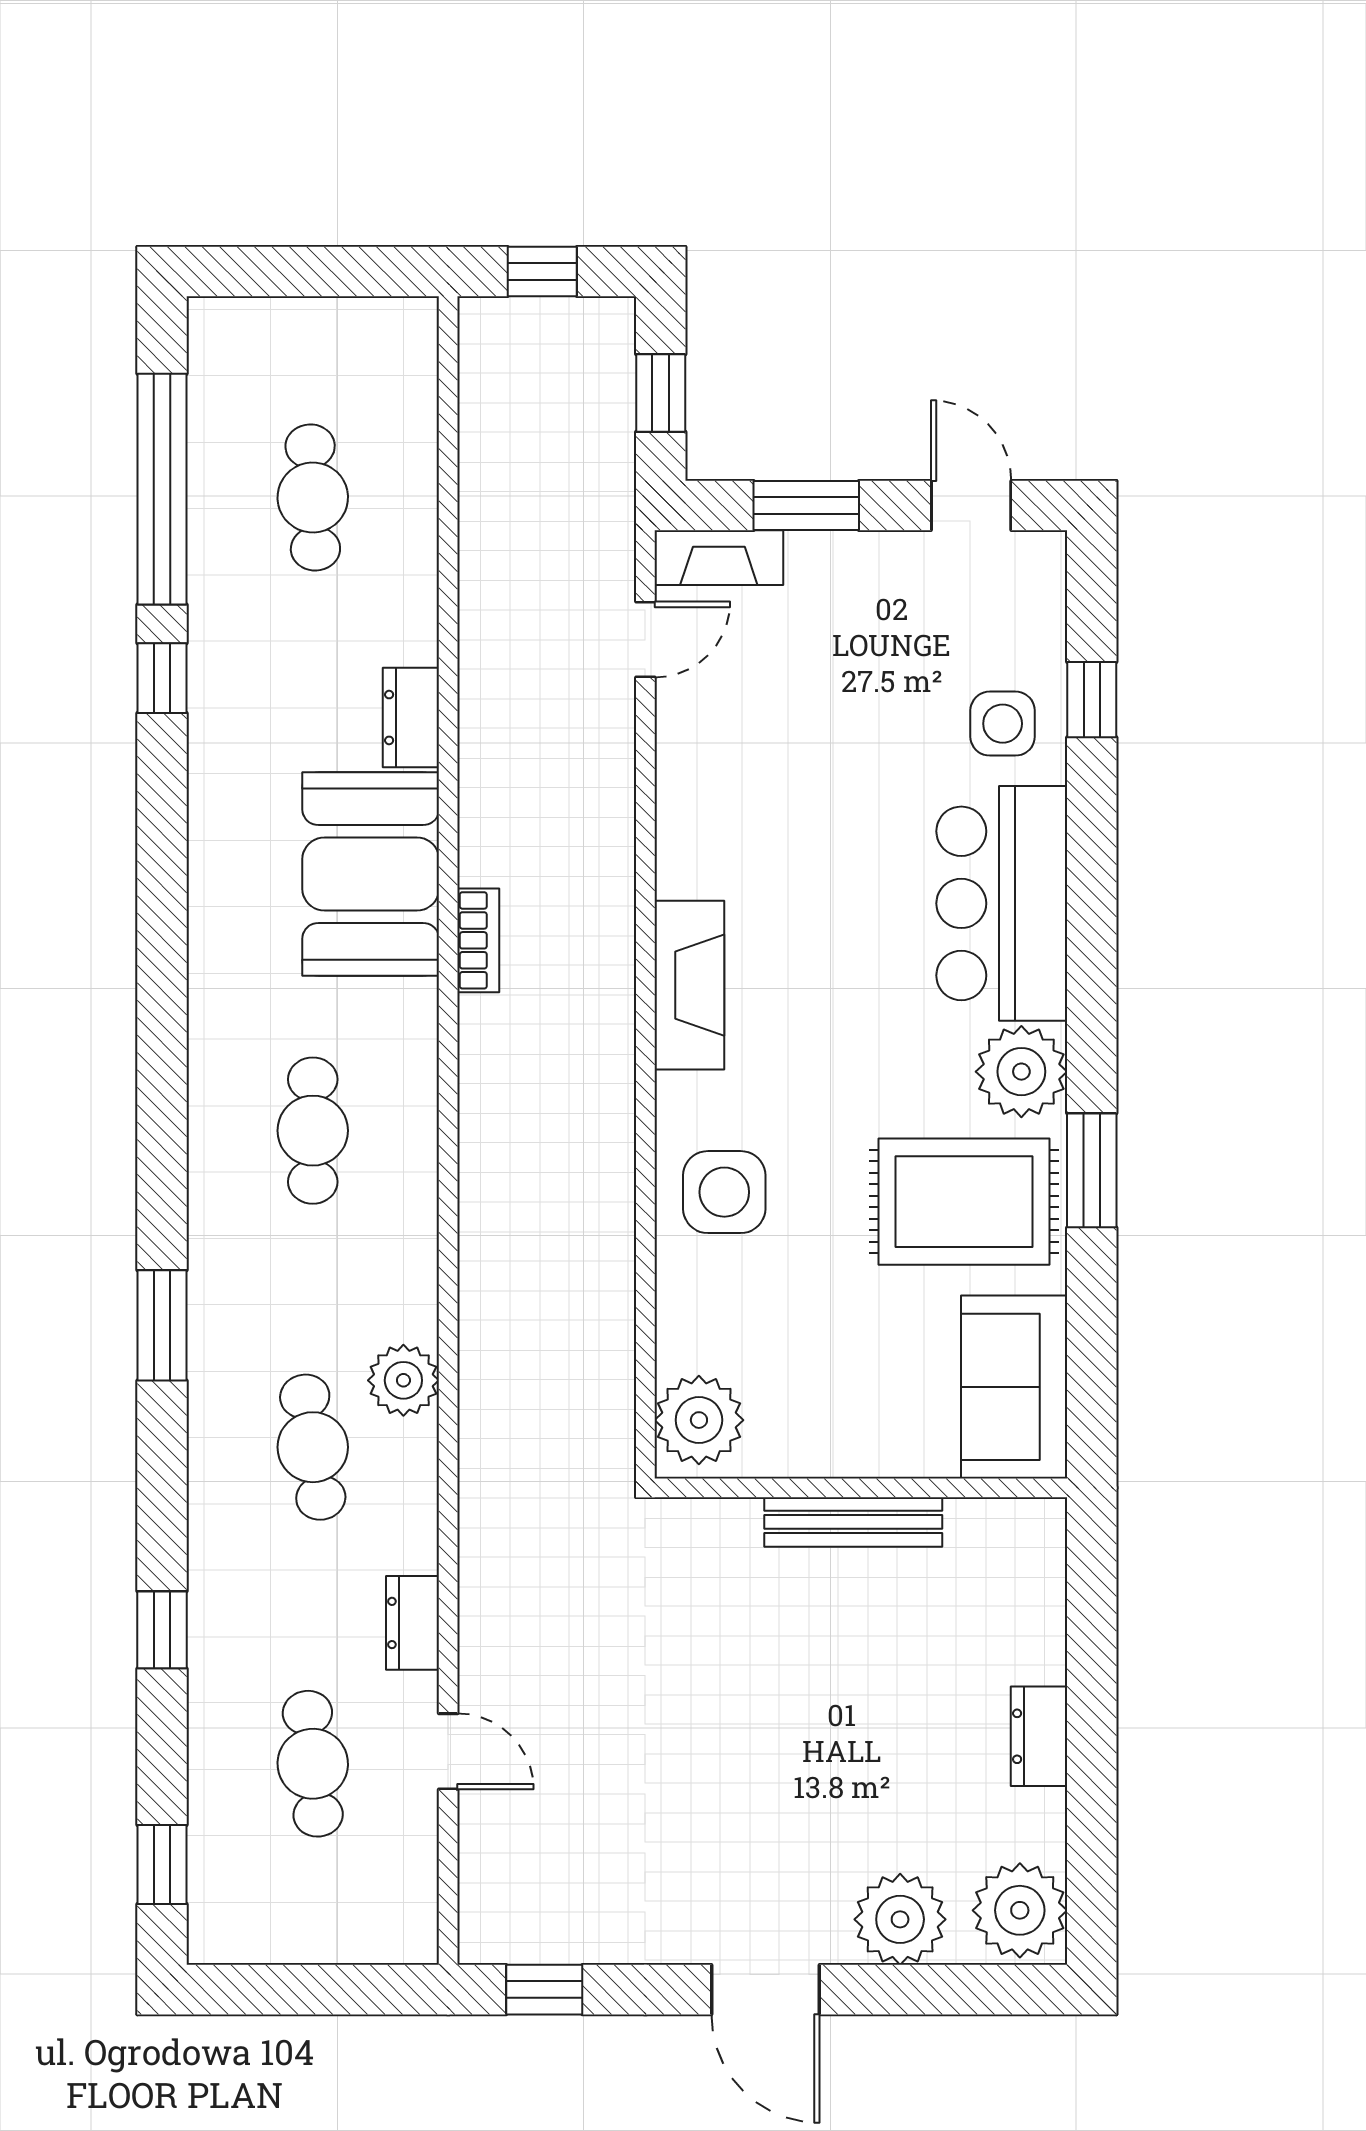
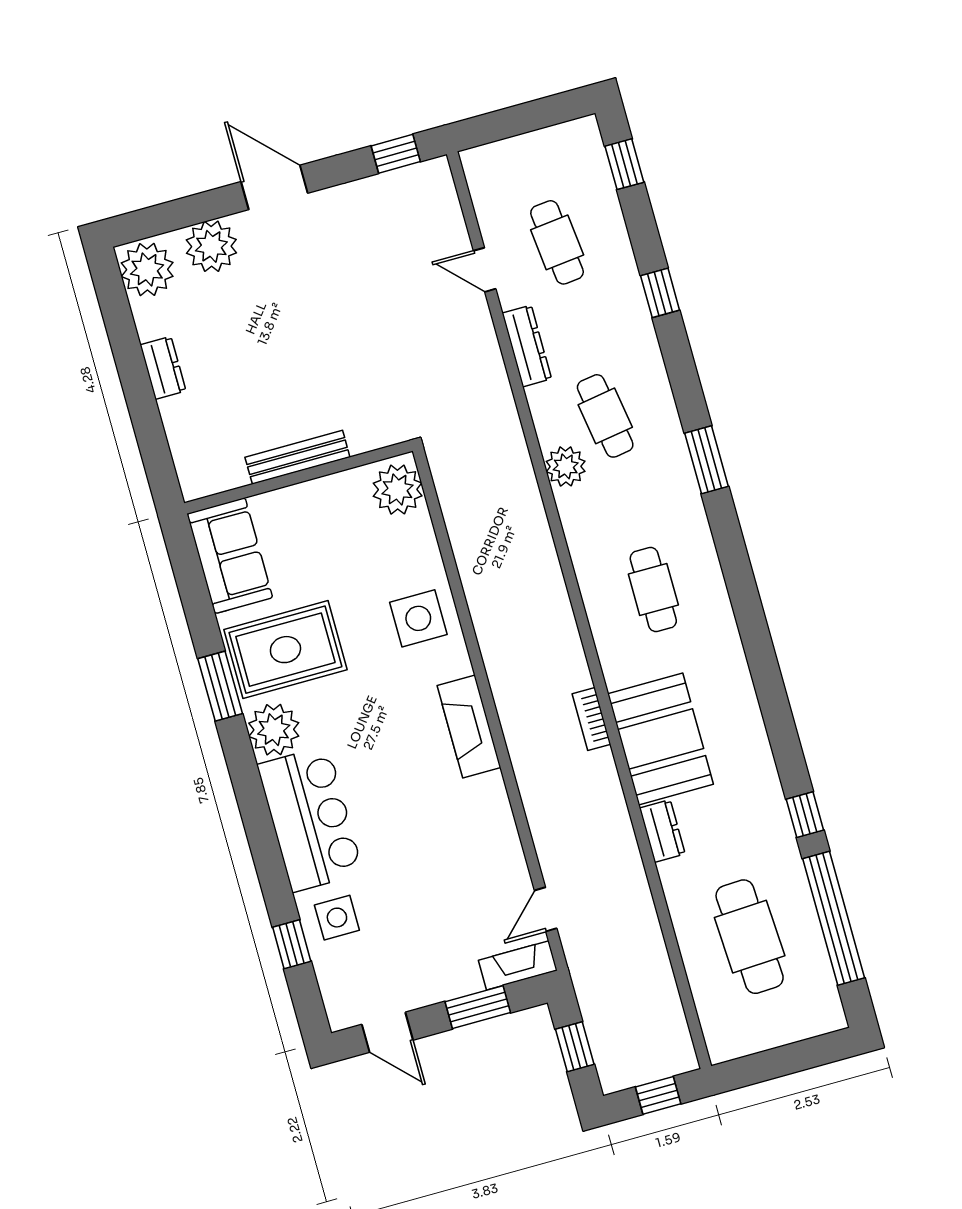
cafe table: (313, 497) -> (750, 937), width x1.37, depth x1.35
dresser: (413, 1623) -> (527, 346), width x1.44

